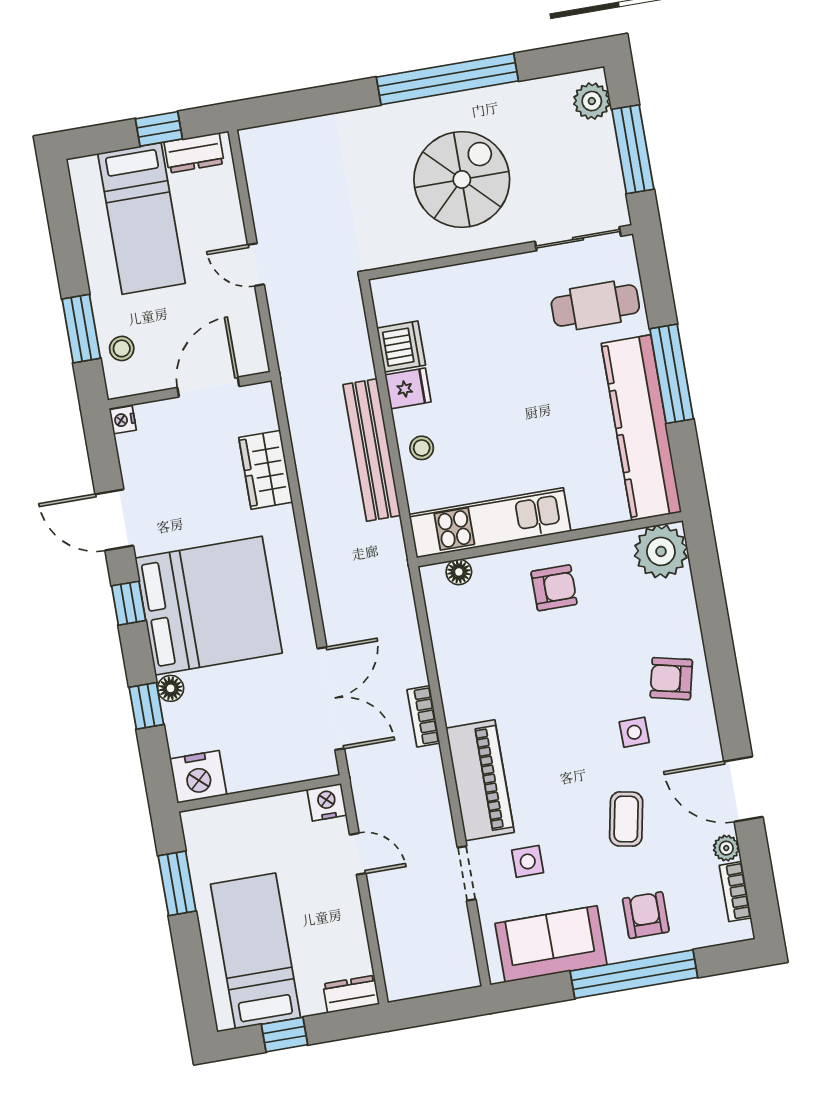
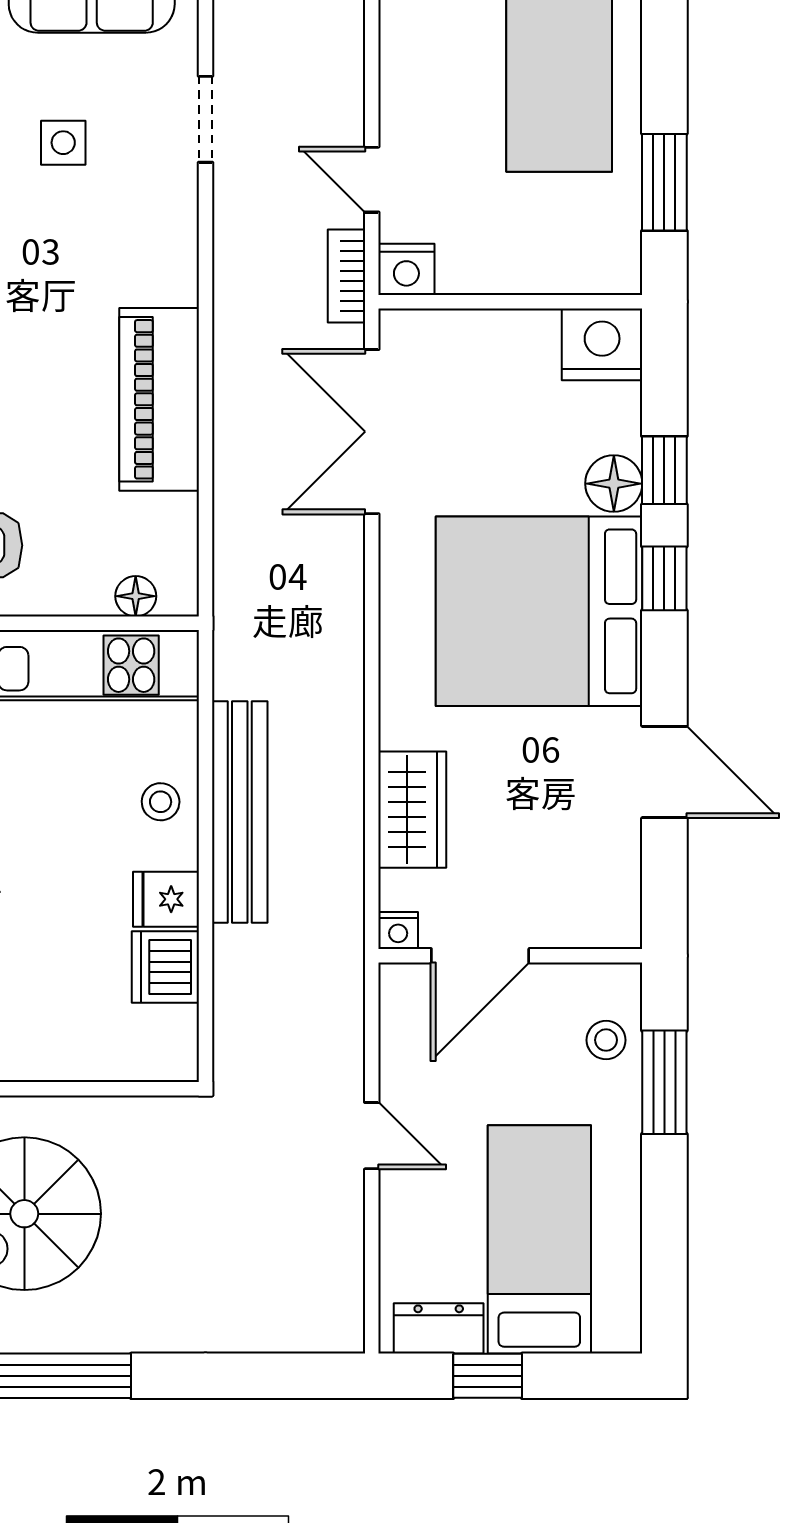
nightstand: (123, 420) -> (398, 930), moved, turned 90
window: (129, 603) -> (664, 578), moved
floor lamp: (171, 688) -> (614, 484), width x1.37, depth x1.37
bookcase: (423, 716) -> (346, 276), moved, turned 180
piano: (480, 780) -> (159, 399), moved
side table: (528, 861) -> (63, 143), moved

